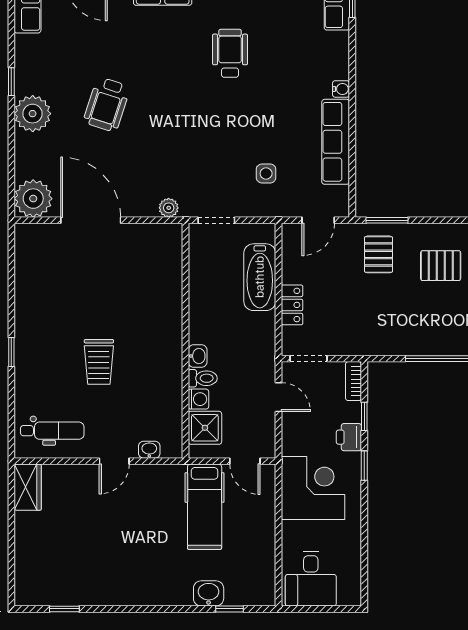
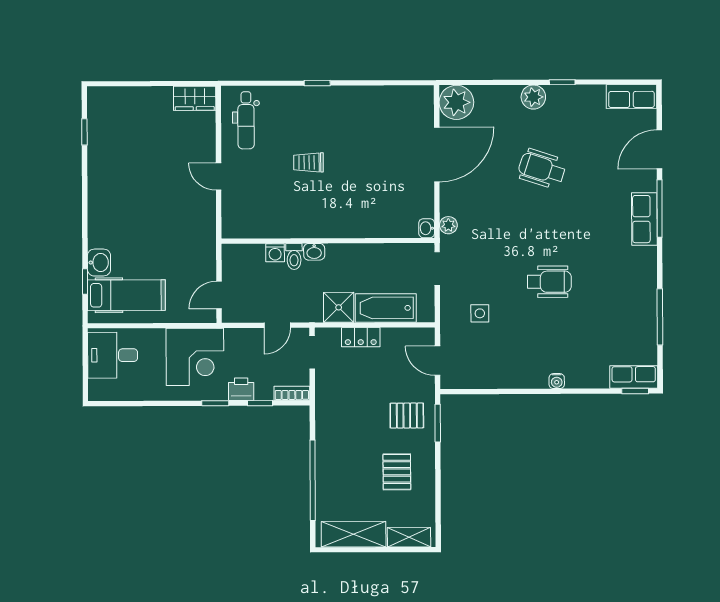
wheelchair: (230, 53) -> (549, 282), moved
plant: (33, 114) -> (533, 97), width x0.73, depth x0.73
row of seats: (336, 142) -> (509, 376), removed
trolley: (99, 362) -> (309, 162), width x0.73, depth x0.72
shower: (205, 428) -> (339, 307), moved
washbasin: (149, 450) -> (427, 228), moved, turned 180
hospital bed: (205, 507) -> (126, 295), moved, turned 180

